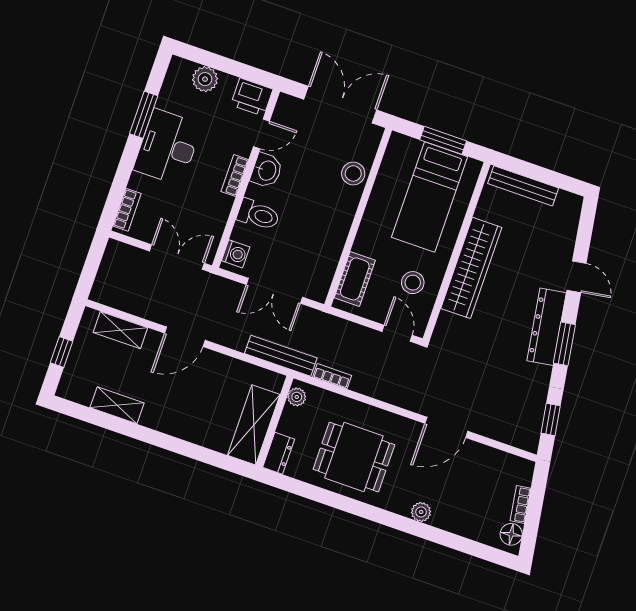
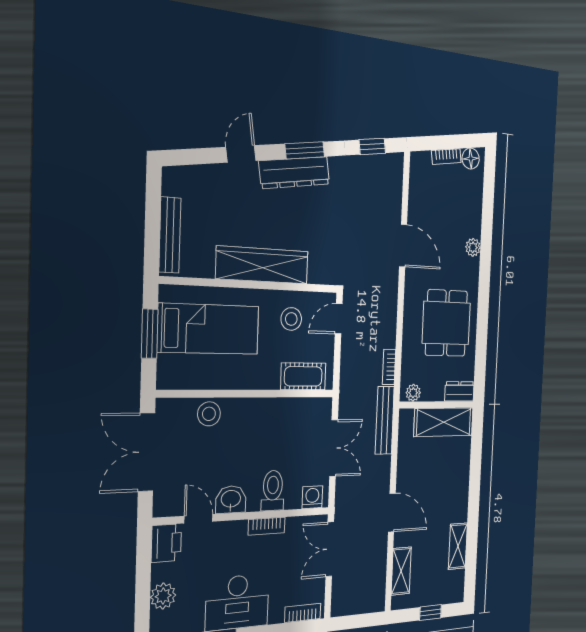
bookcase: (235, 176) -> (267, 526), moved

